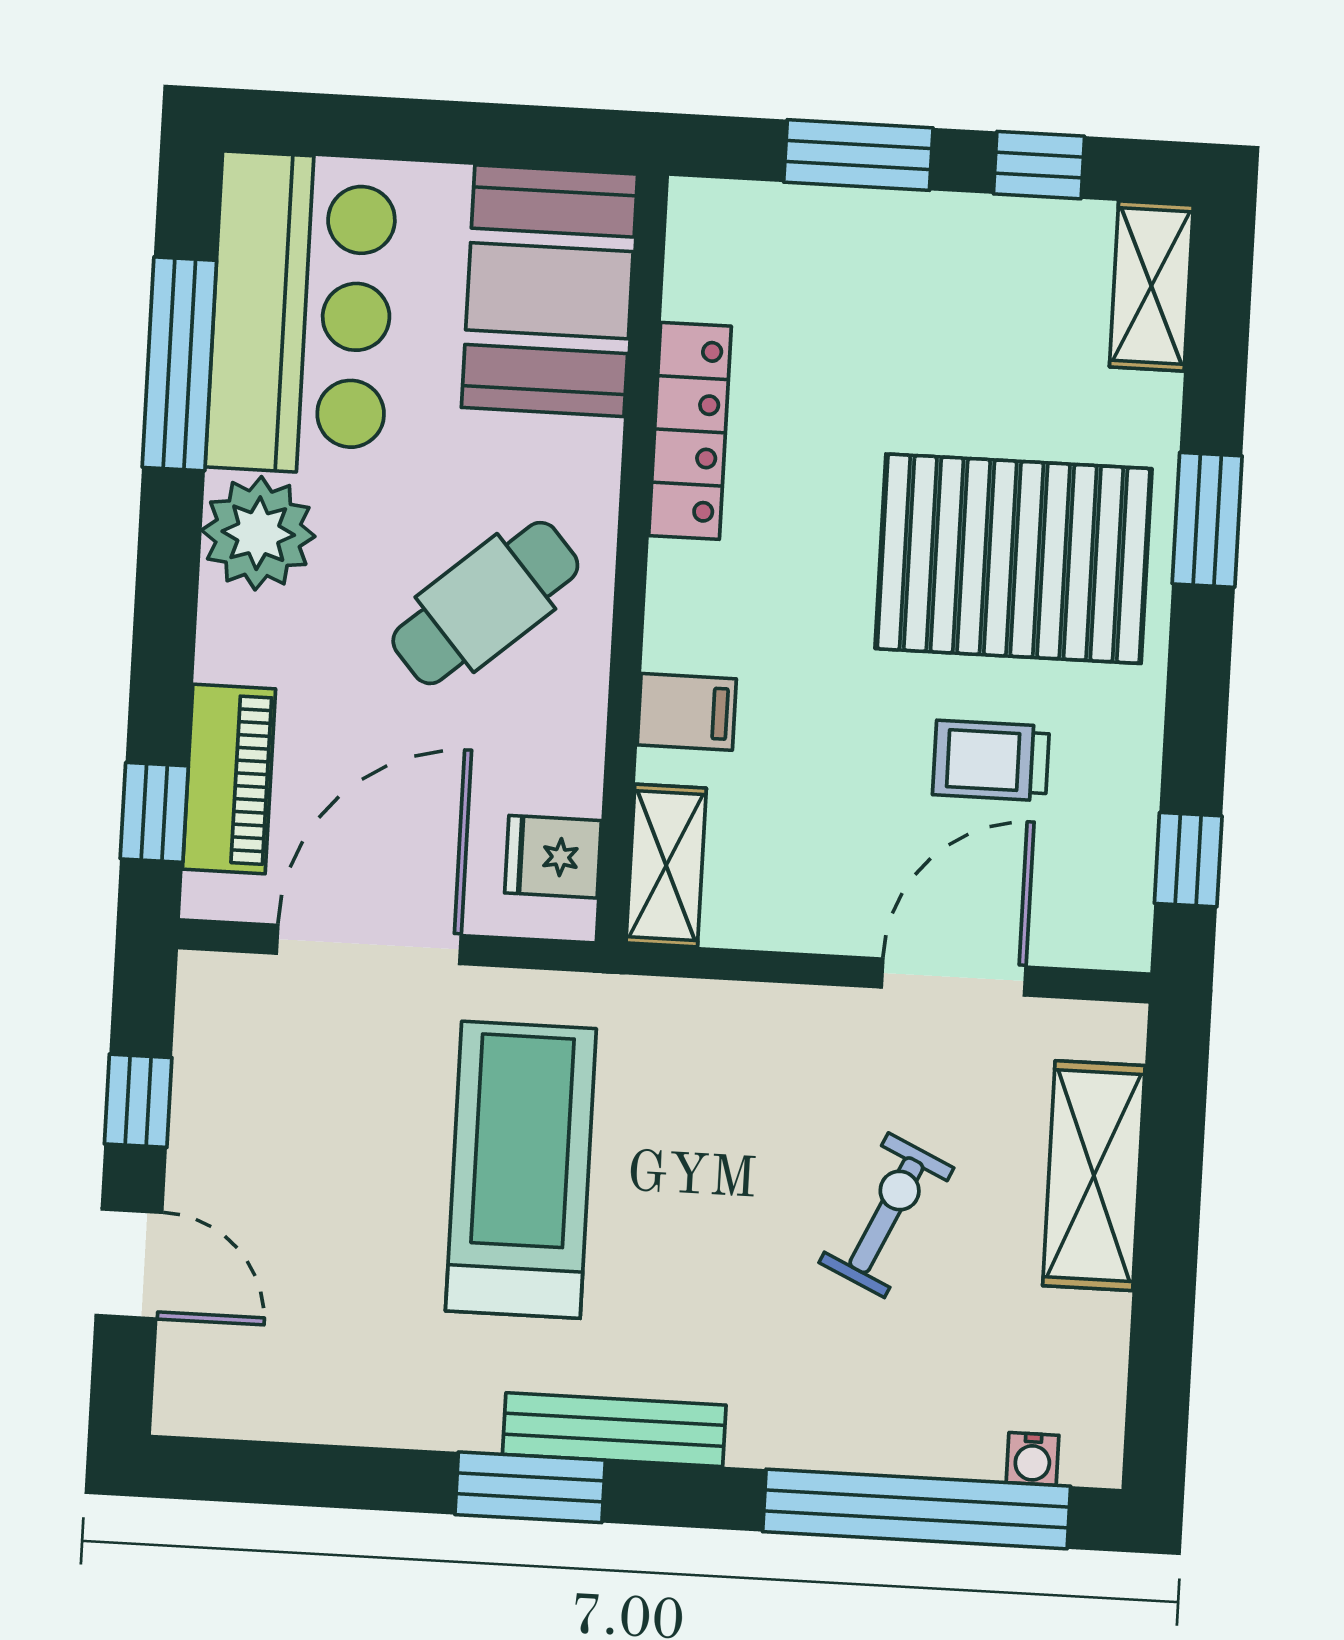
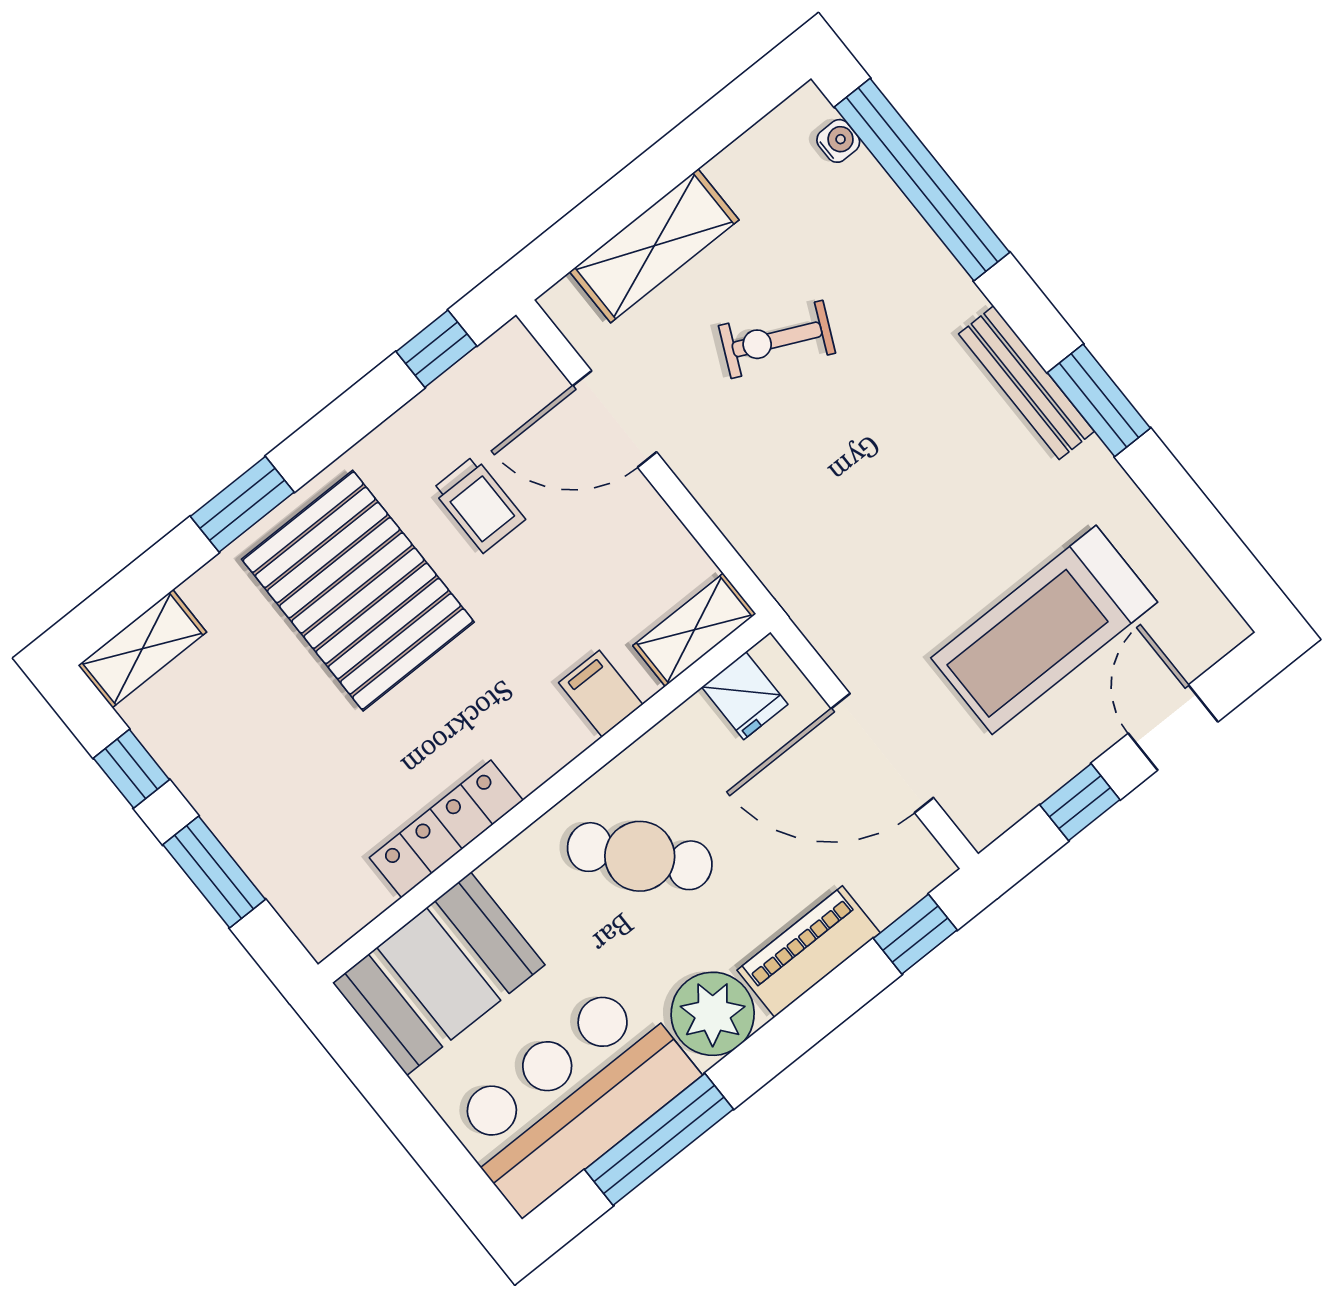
piano: (229, 779) -> (809, 951), moved
treadmill: (521, 1170) -> (1044, 630), moved

